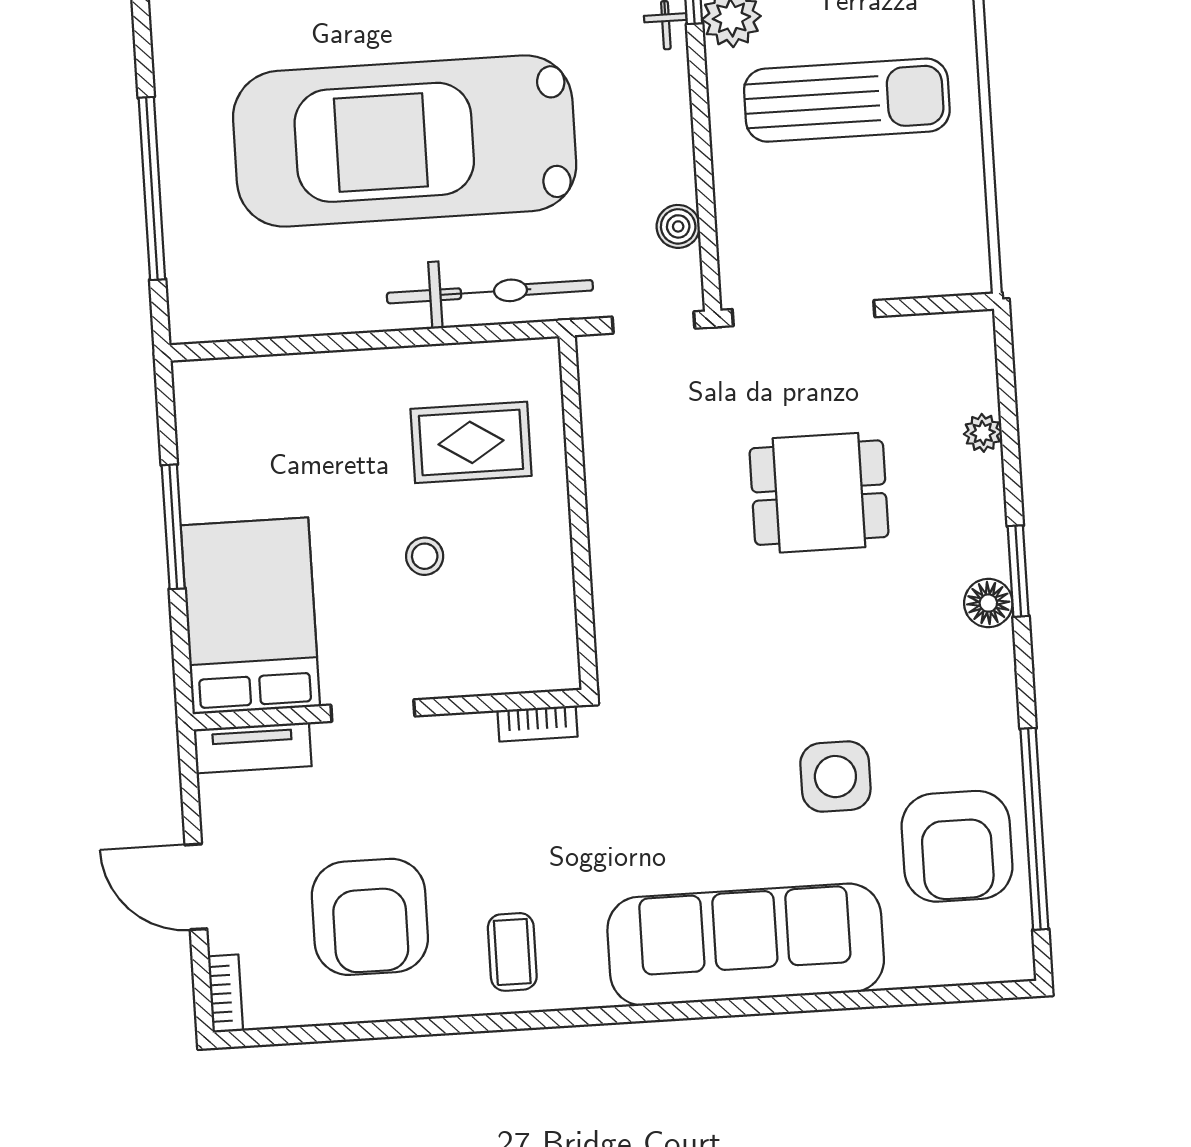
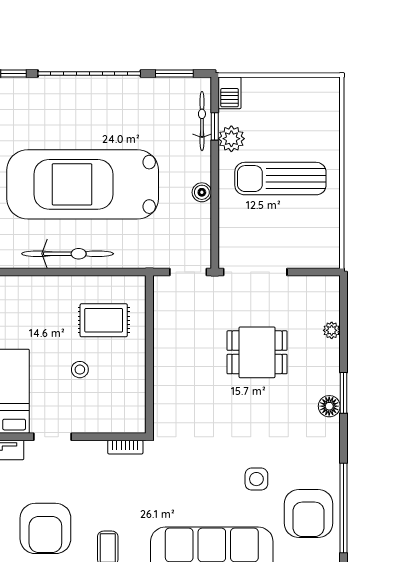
sun lounger: (847, 100) -> (280, 179), turned 180
boiler: (678, 226) -> (202, 192), moved
bicycle: (490, 292) -> (68, 254), moved
side table: (835, 777) -> (256, 479), width x0.73, depth x0.73

